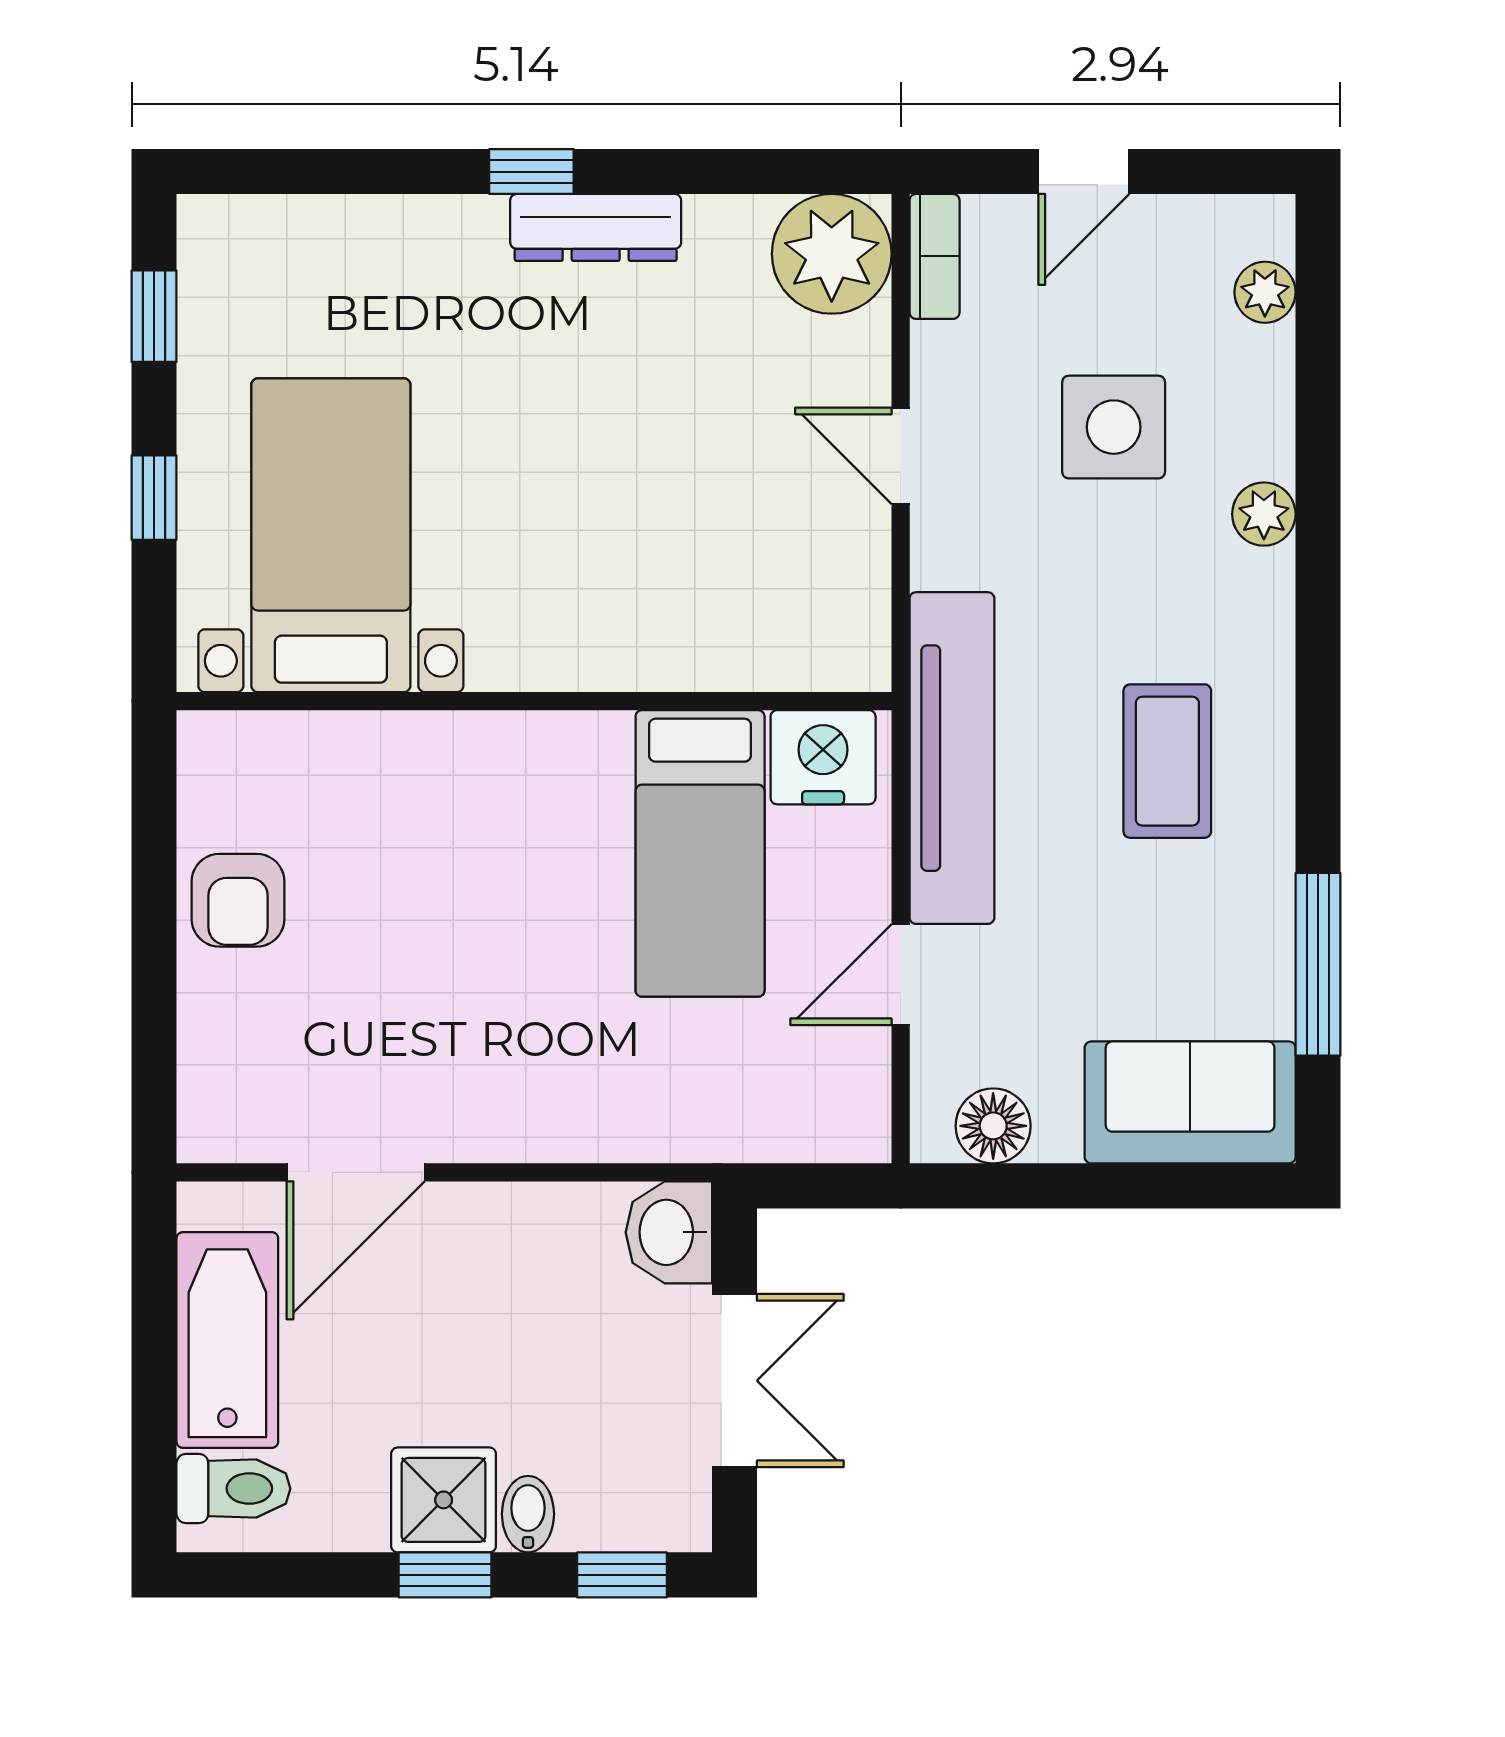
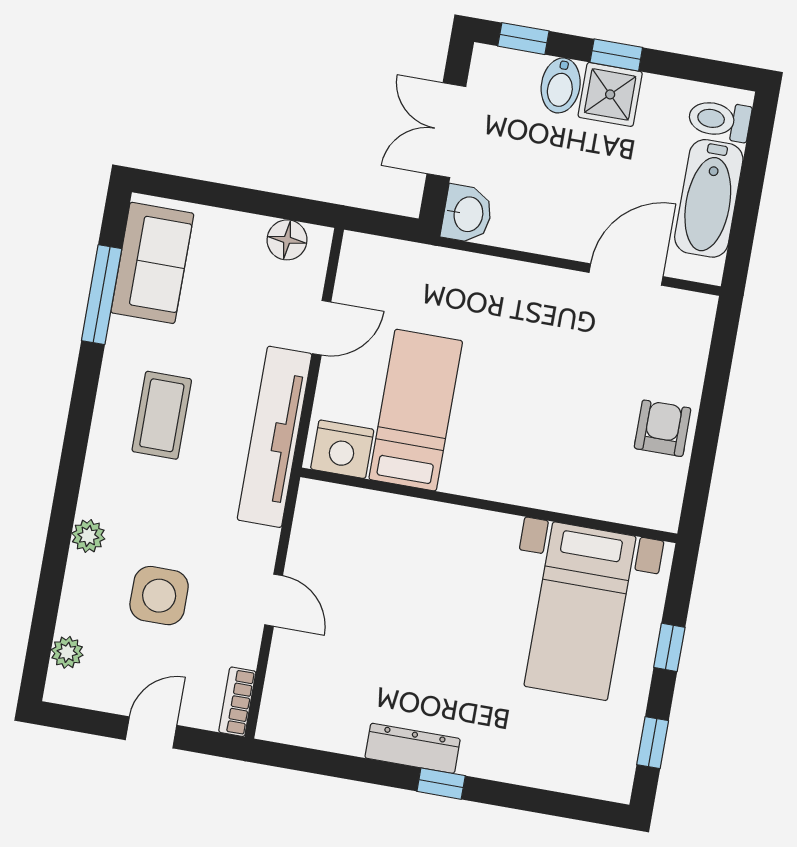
plant: (832, 254) -> (291, 713), removed
sofa: (1190, 1102) -> (152, 263), moved, turned -90
bidet: (528, 1514) -> (561, 85), width x1.38, depth x1.36

